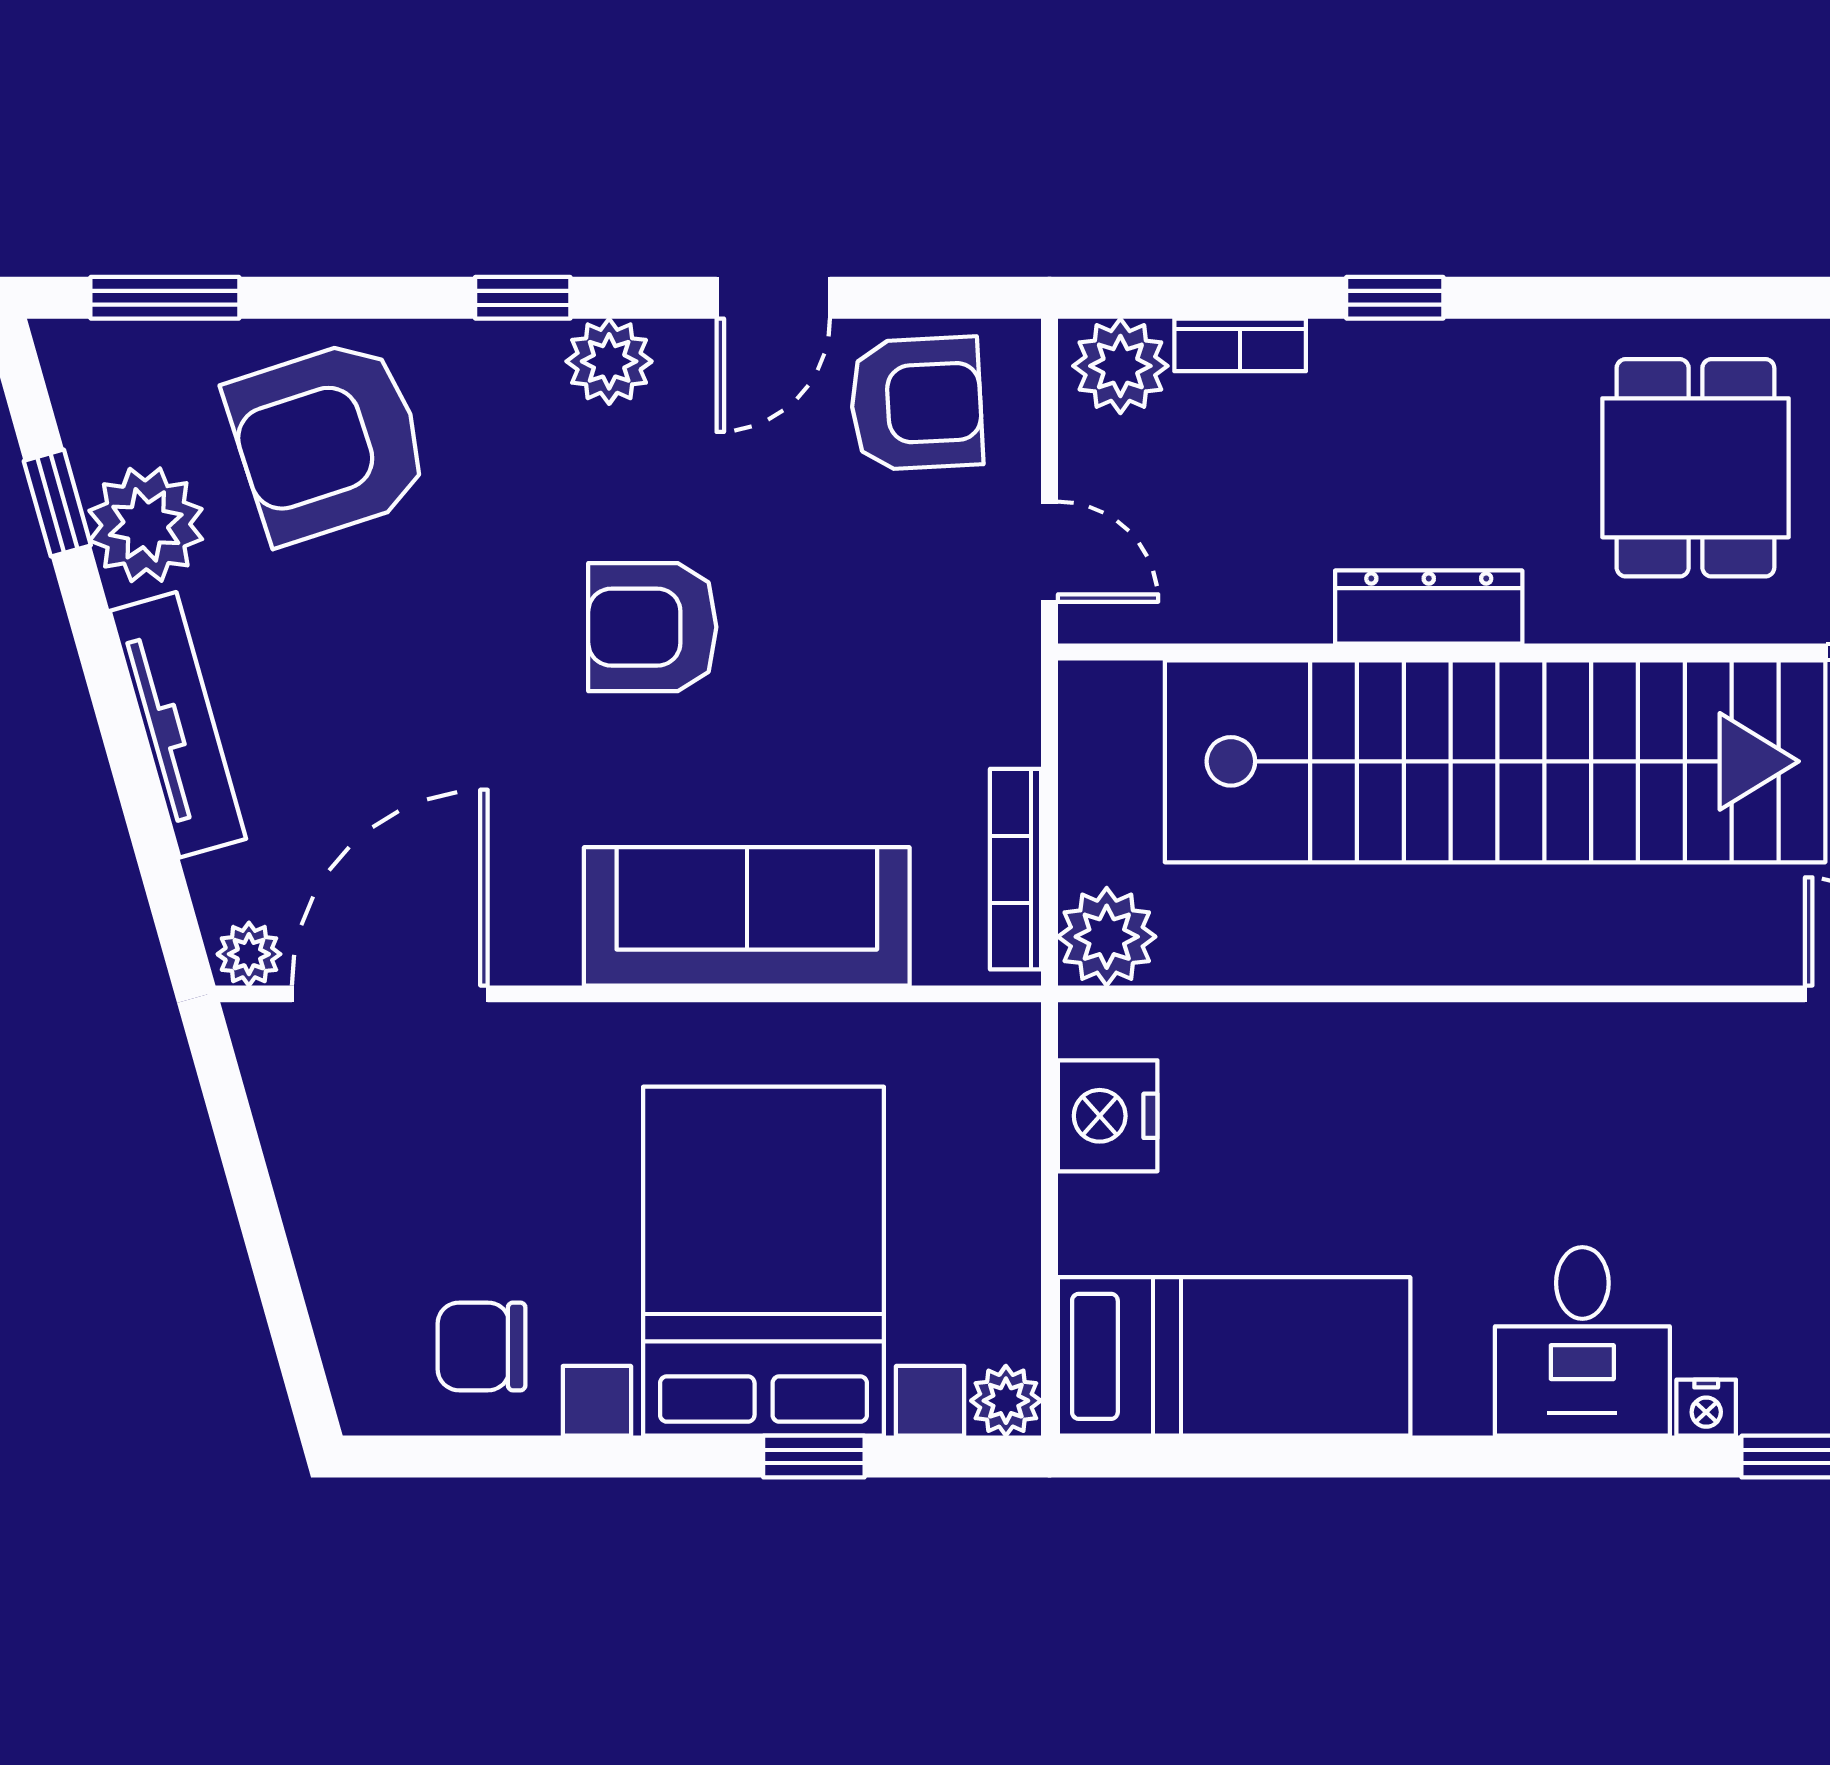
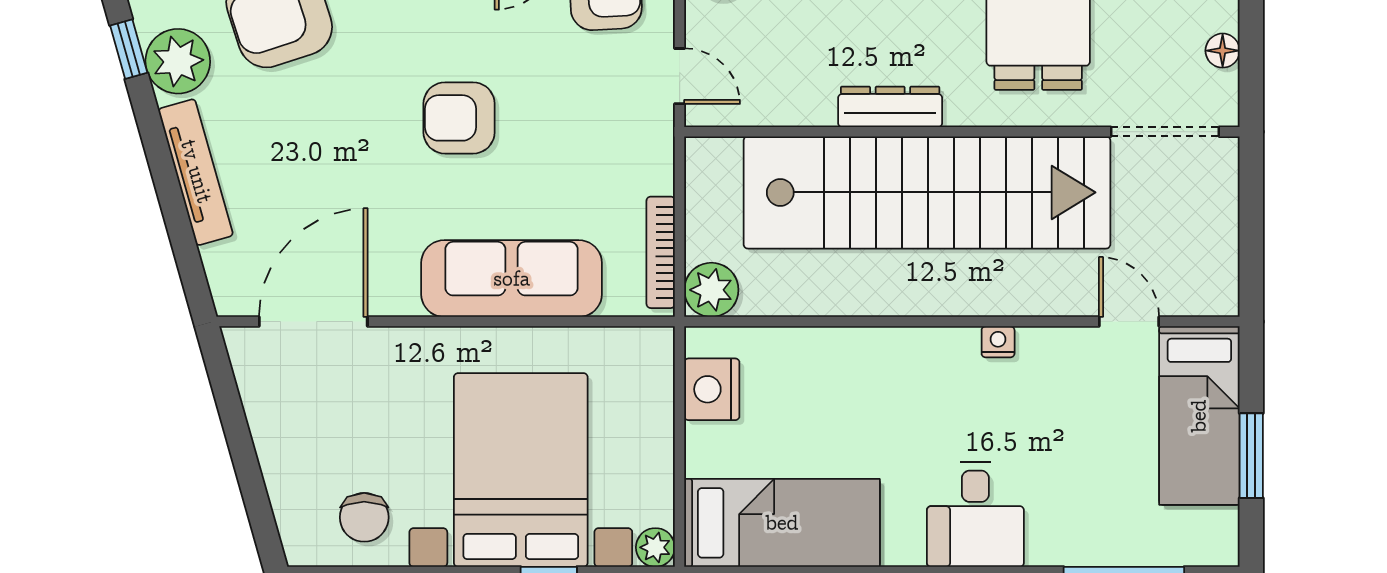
plant: (249, 954) -> (235, 299), removed
chair: (481, 1346) -> (364, 517), turned -90
nightstand: (1706, 1408) -> (998, 342), moved, turned 180

